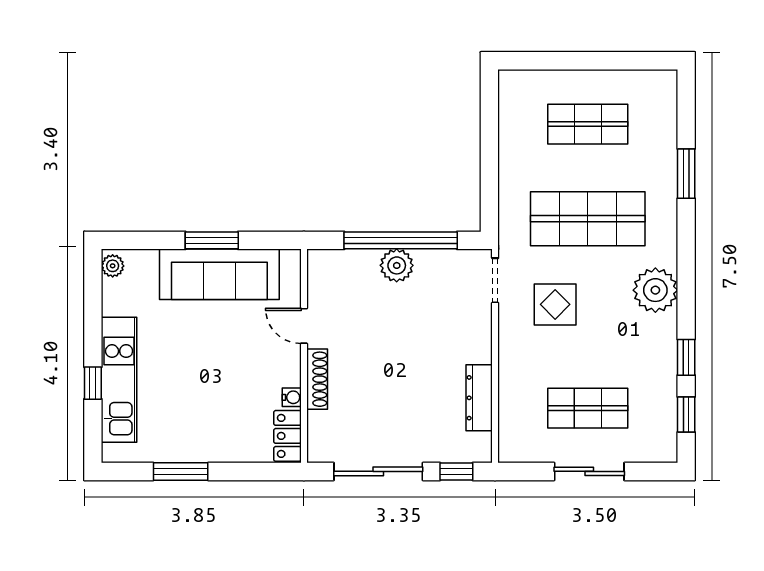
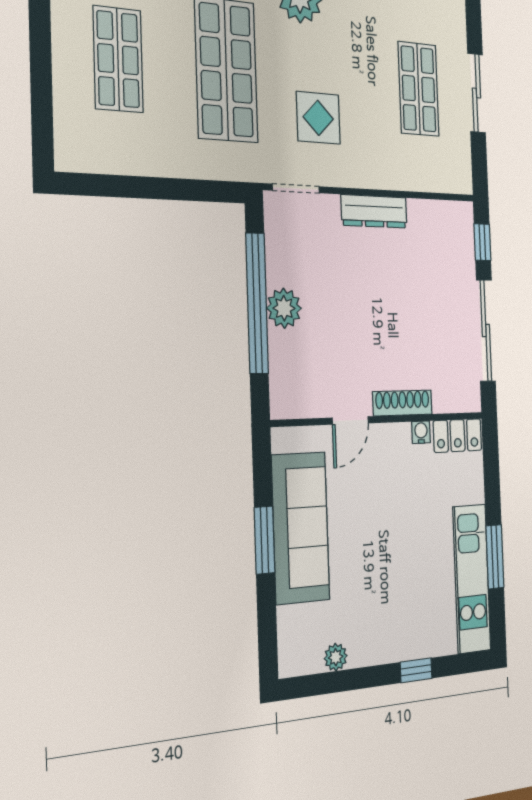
plant: (113, 266) -> (336, 657), moved
kitchen unit: (119, 380) -> (472, 578), moved, turned -90
dresser: (479, 398) -> (374, 211), moved

